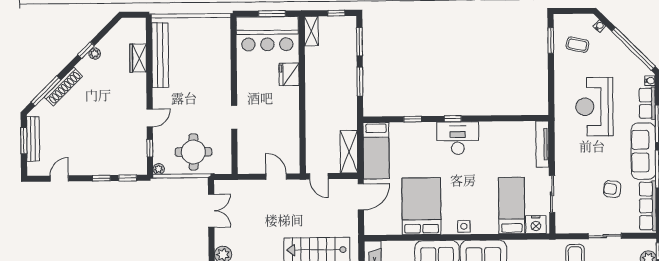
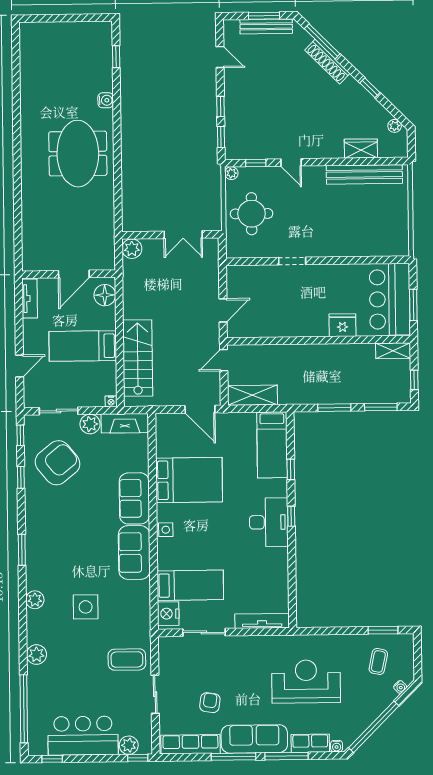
plant: (95, 54) -> (395, 126), moved
bed: (376, 151) -> (272, 445), moved, turned -90

